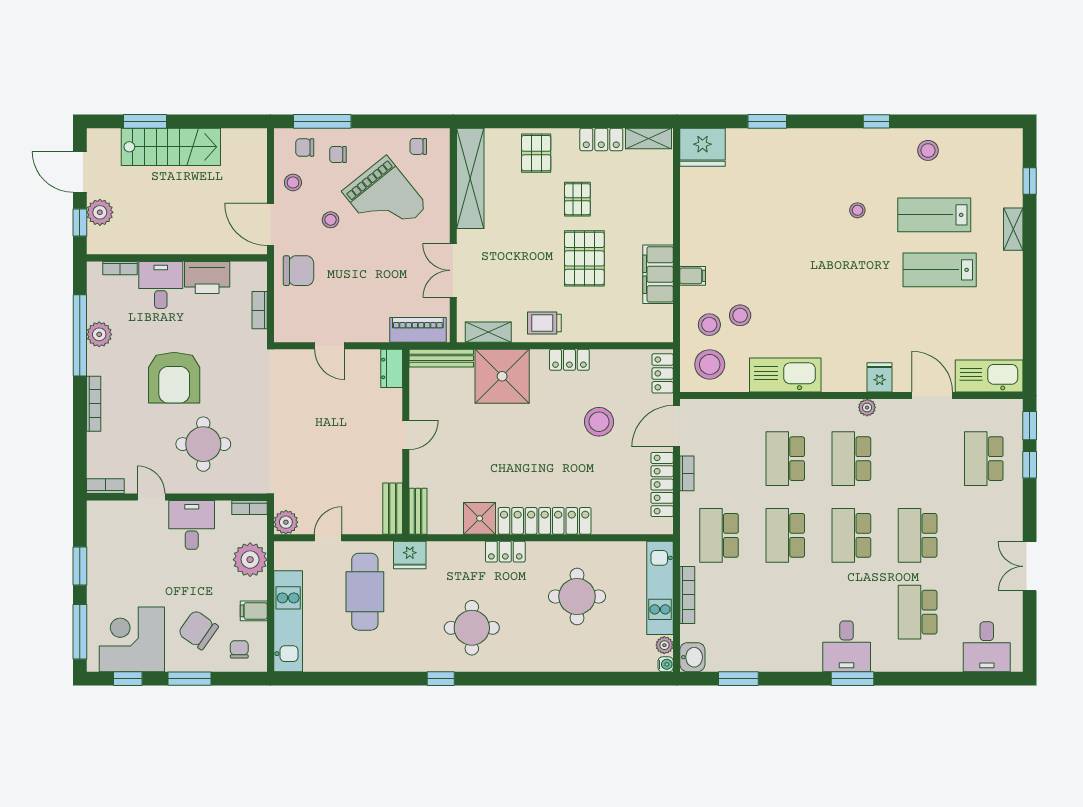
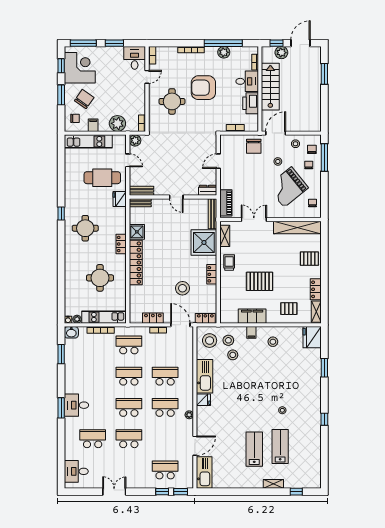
stairs: (171, 147) -> (270, 87), moved, turned 180
stool: (928, 150) -> (273, 342), moved
pallet: (577, 199) -> (289, 309), moved
fridge: (880, 377) -> (203, 400), moved
locker: (662, 485) -> (153, 318), width x0.66
desk: (192, 525) -> (135, 58), moved, turned -90

